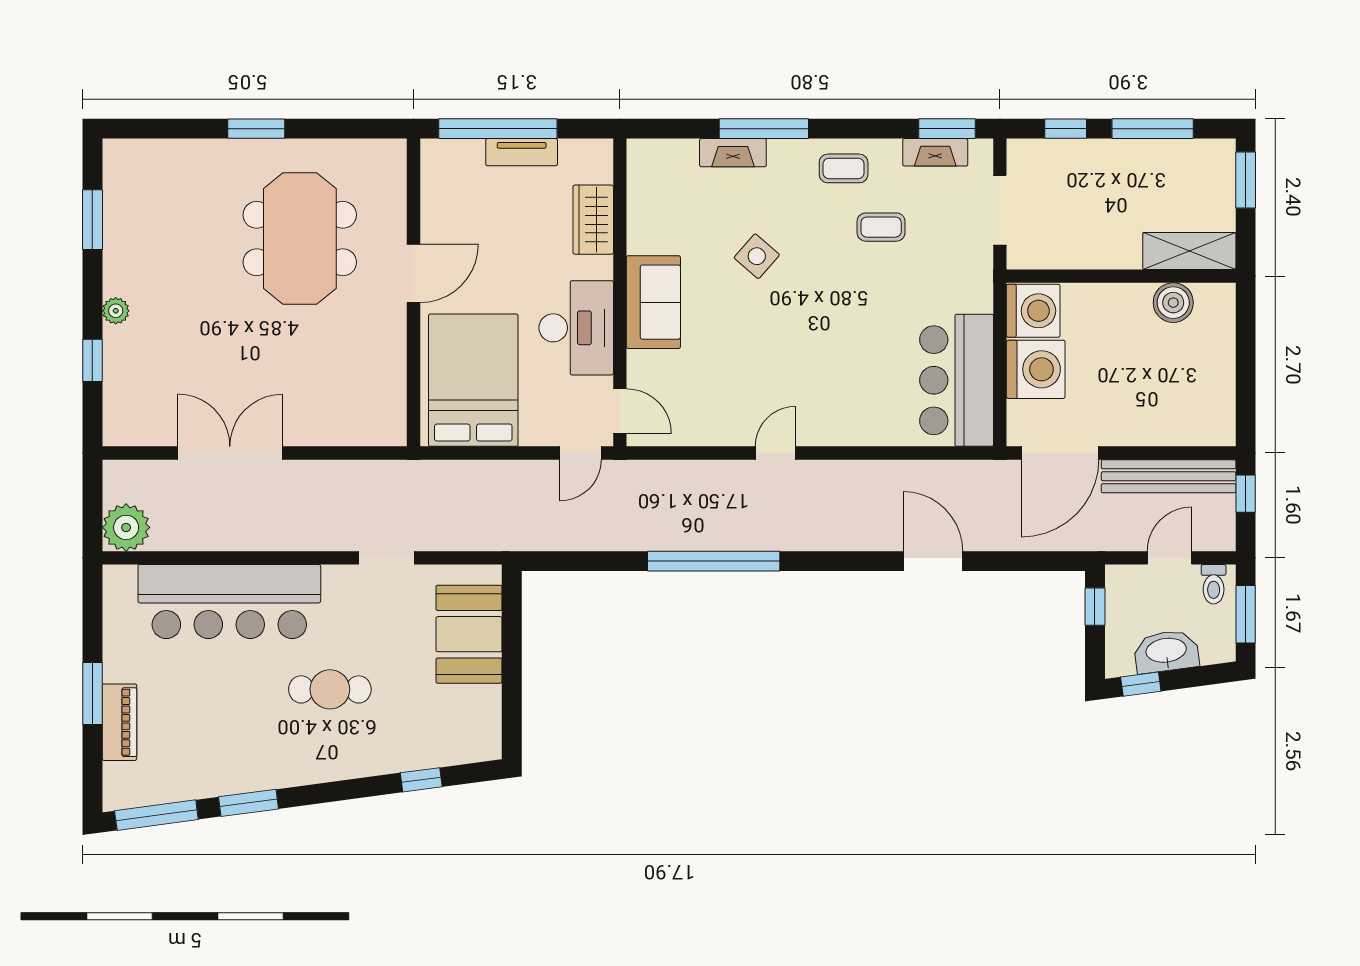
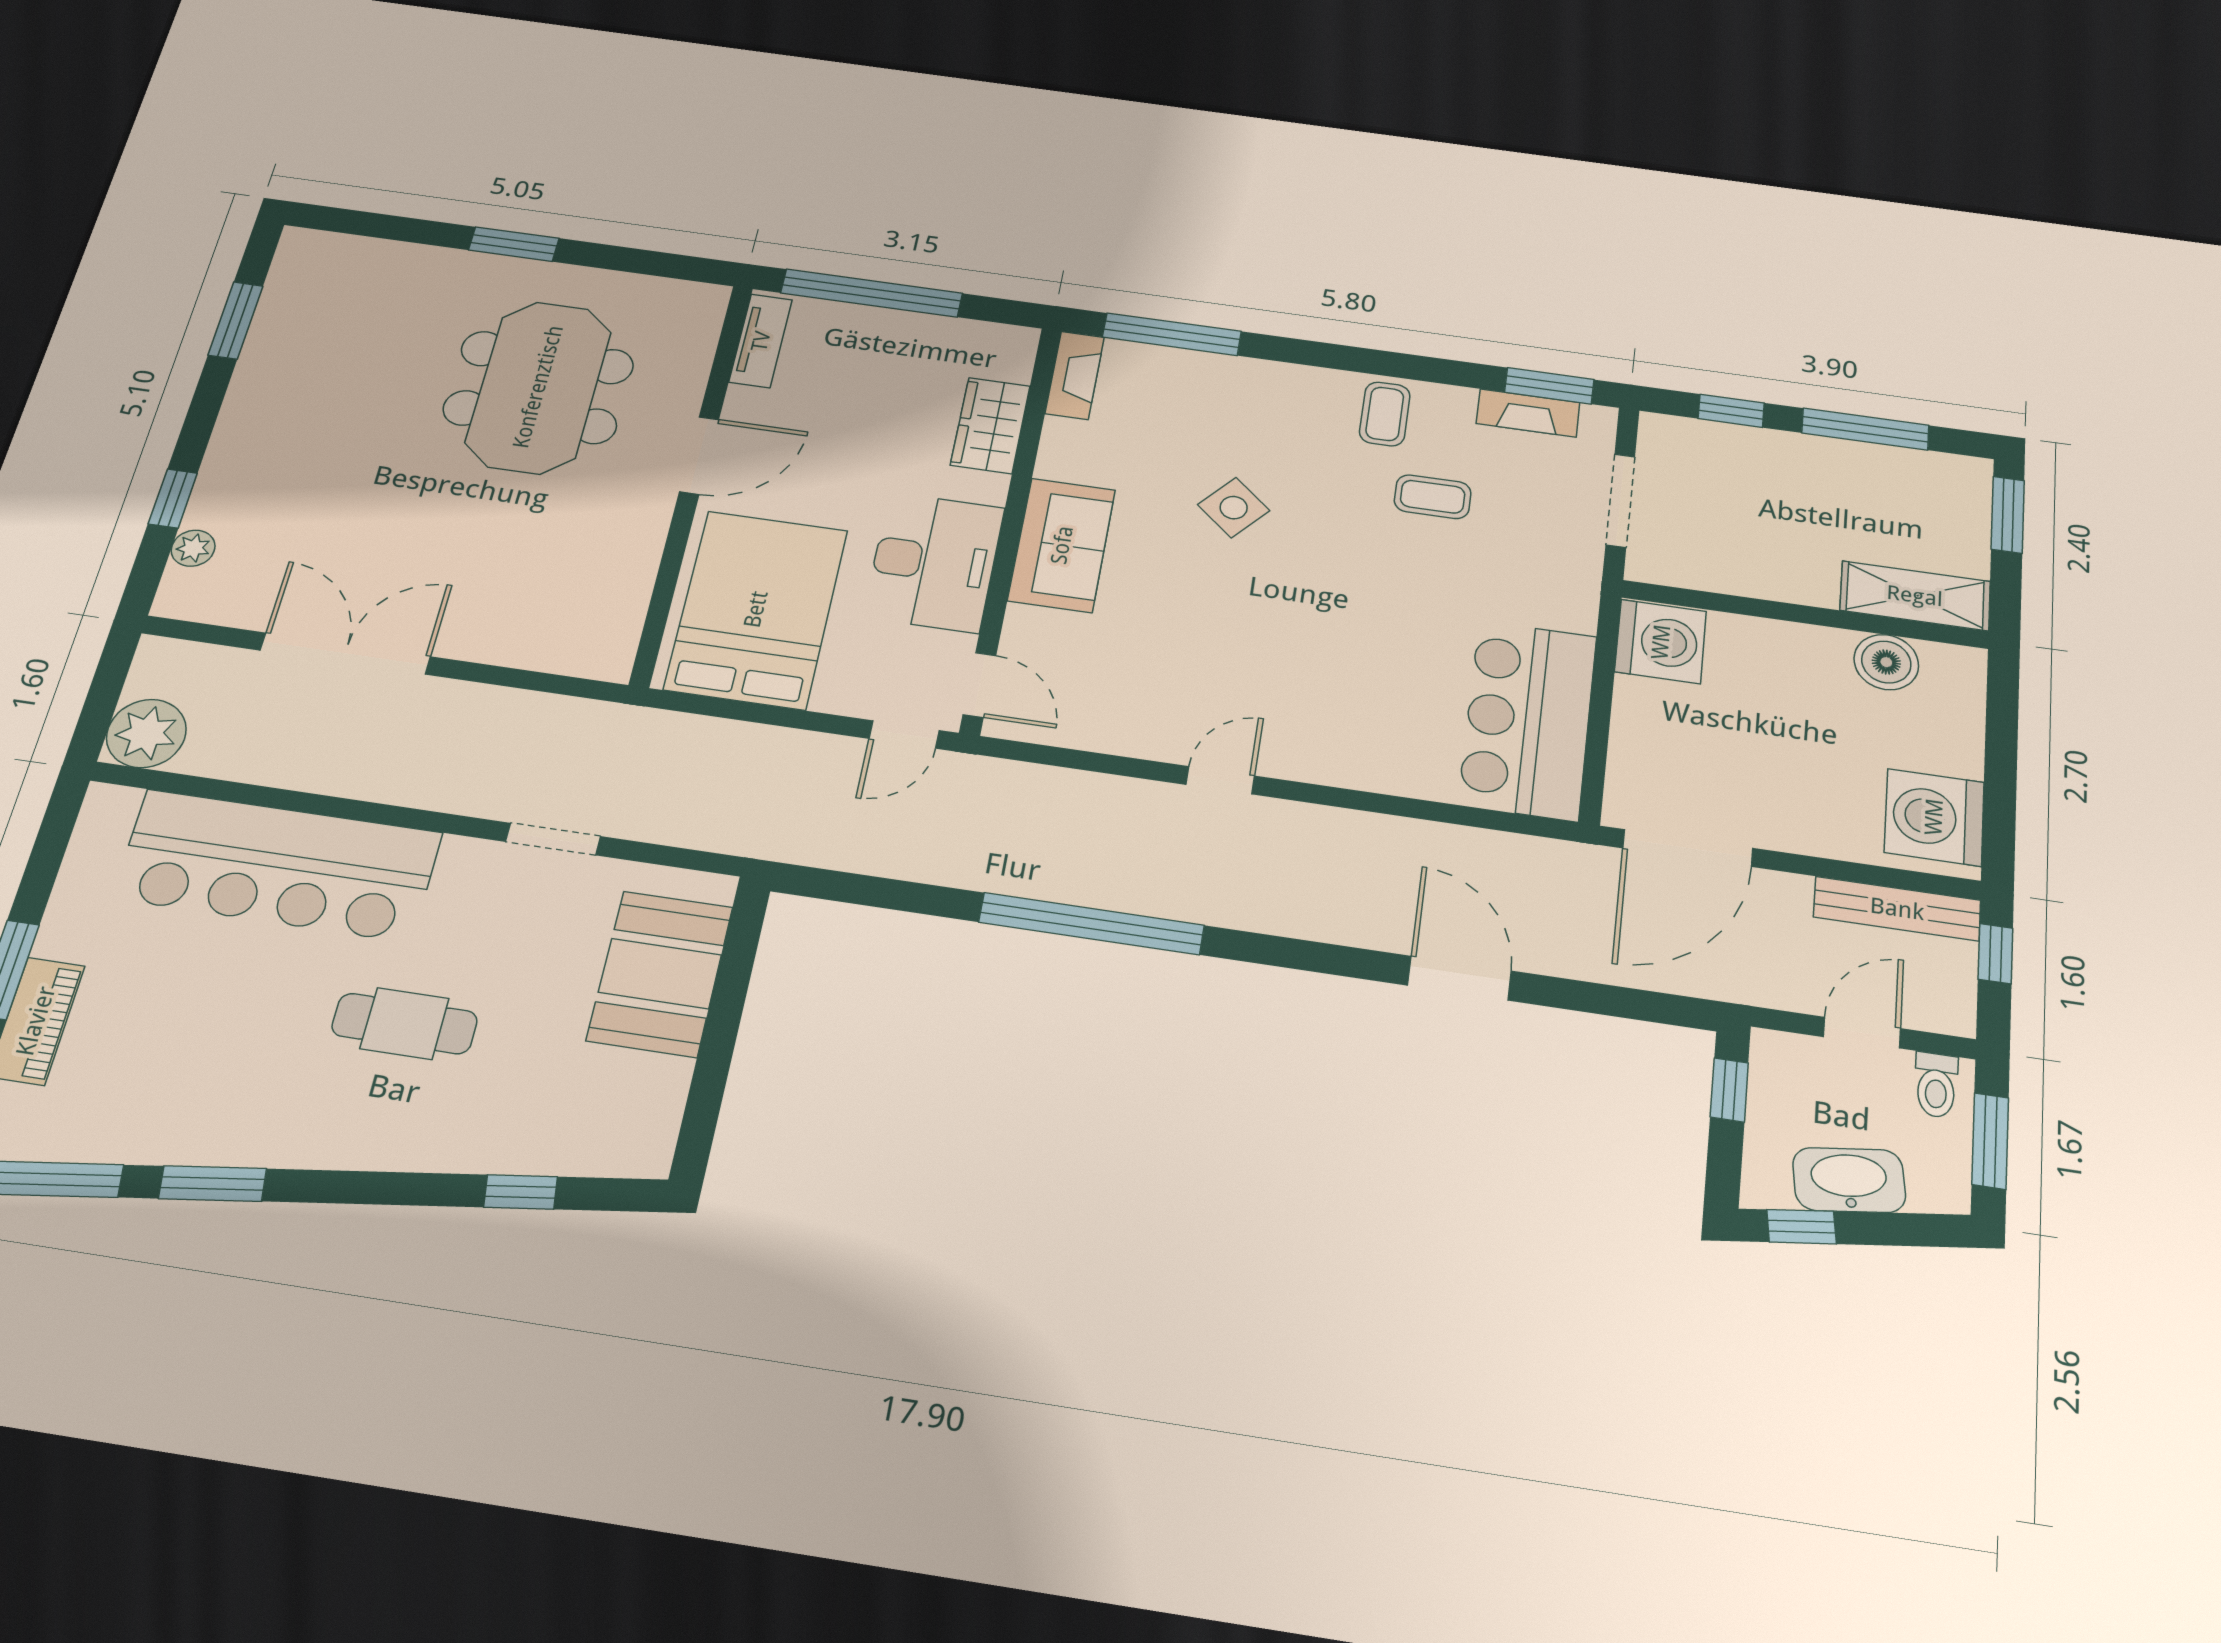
window: (764, 129) -> (1172, 334), moved
tv unit: (522, 152) -> (761, 341), moved, turned -90
fireplace: (733, 153) -> (1075, 375), moved, turned -90
coffee table: (844, 168) -> (1385, 414), turned 90
plant: (116, 311) -> (193, 548), moved
washing machine: (1036, 369) -> (1934, 817), moved, turned 180
bench: (1169, 476) -> (1897, 909), width x0.73, depth x0.82

